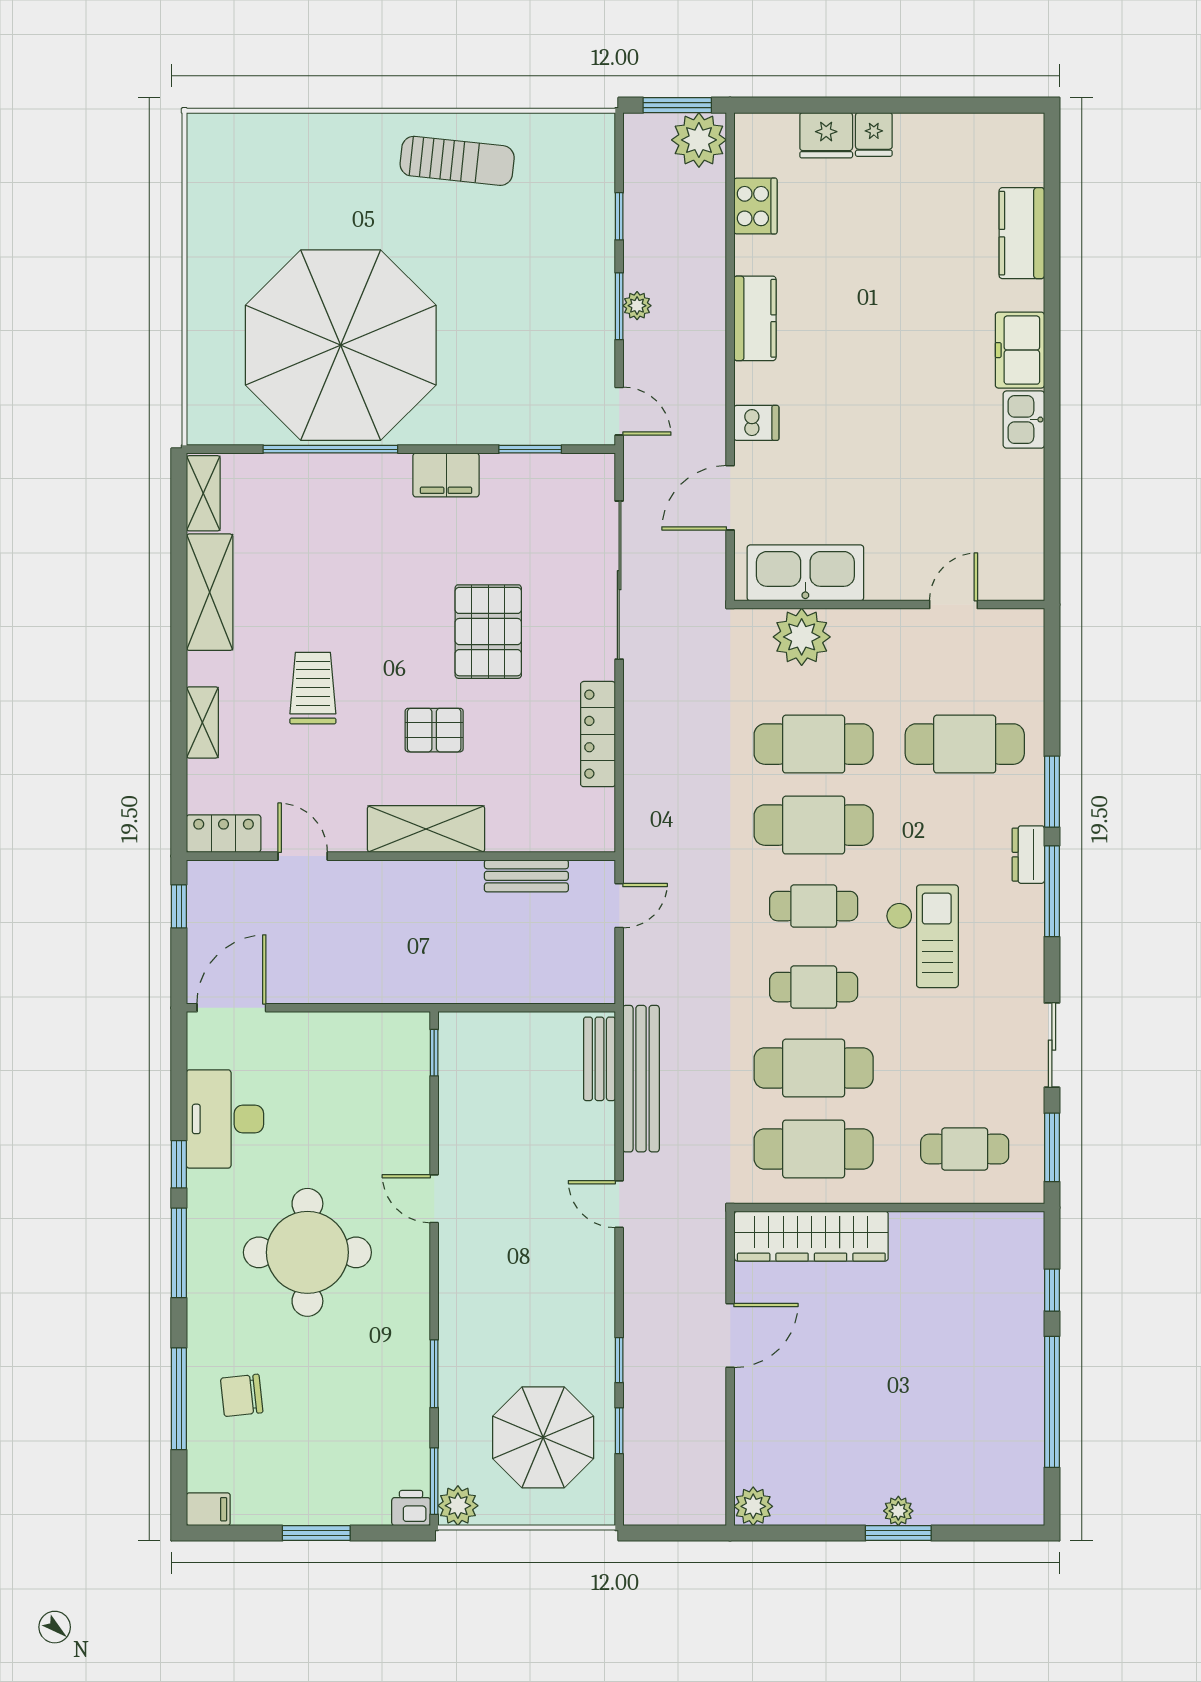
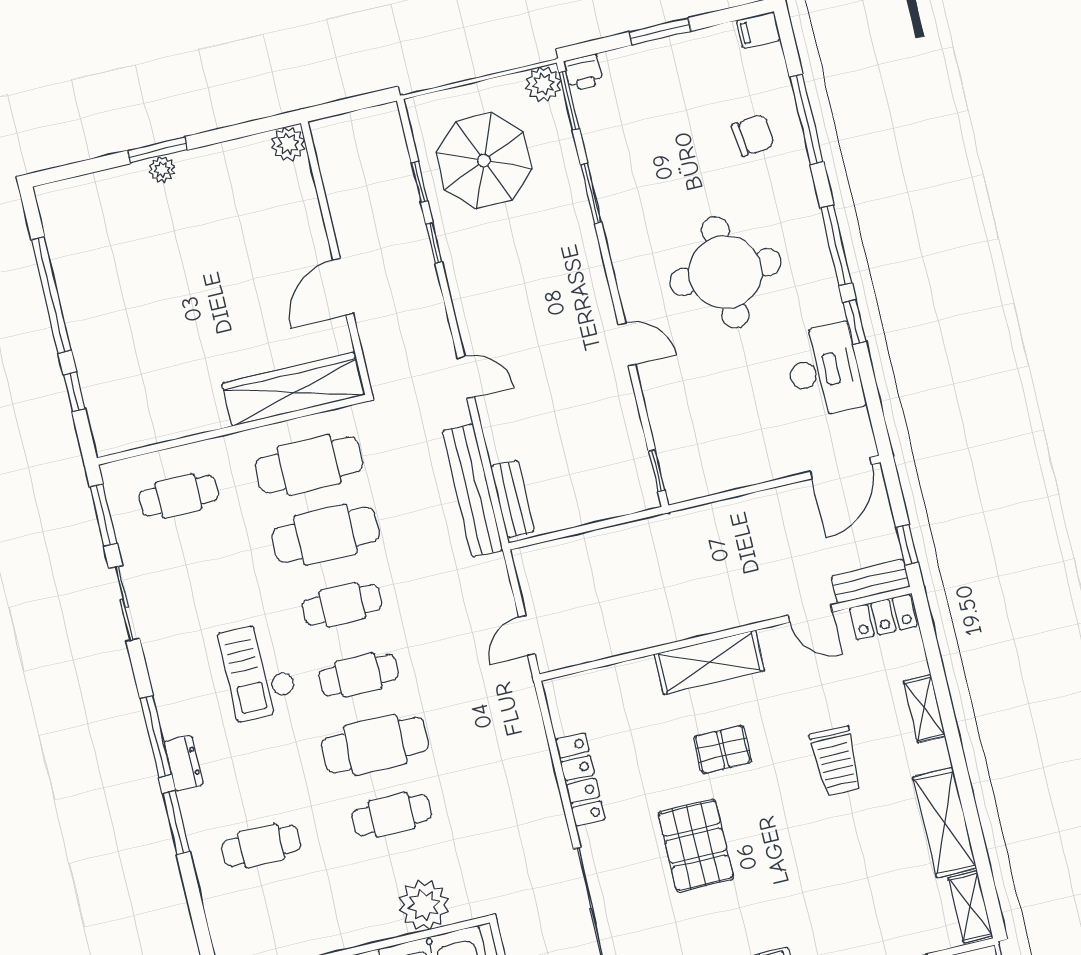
cafe table: (814, 744) -> (392, 815), width x0.73, depth x0.74
cafe table: (965, 744) -> (261, 846), width x0.73, depth x0.74
bench: (526, 876) -> (871, 581), moved

